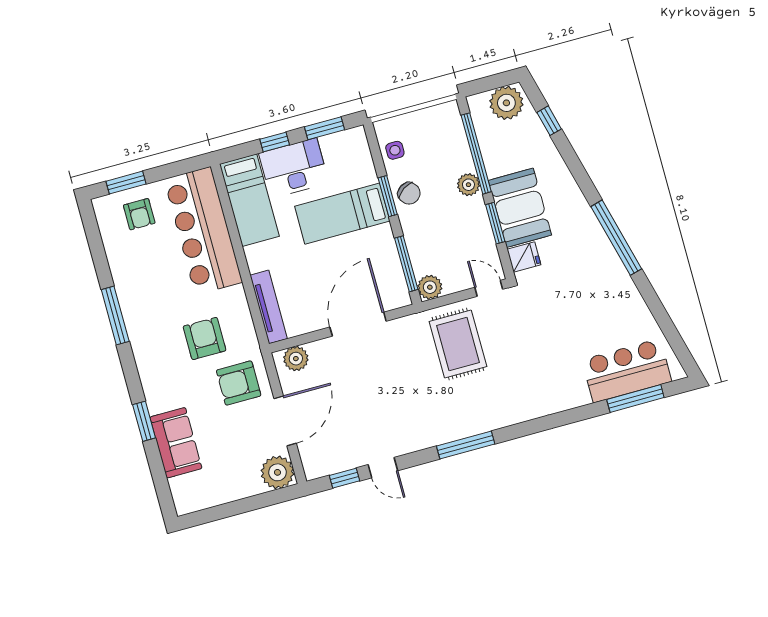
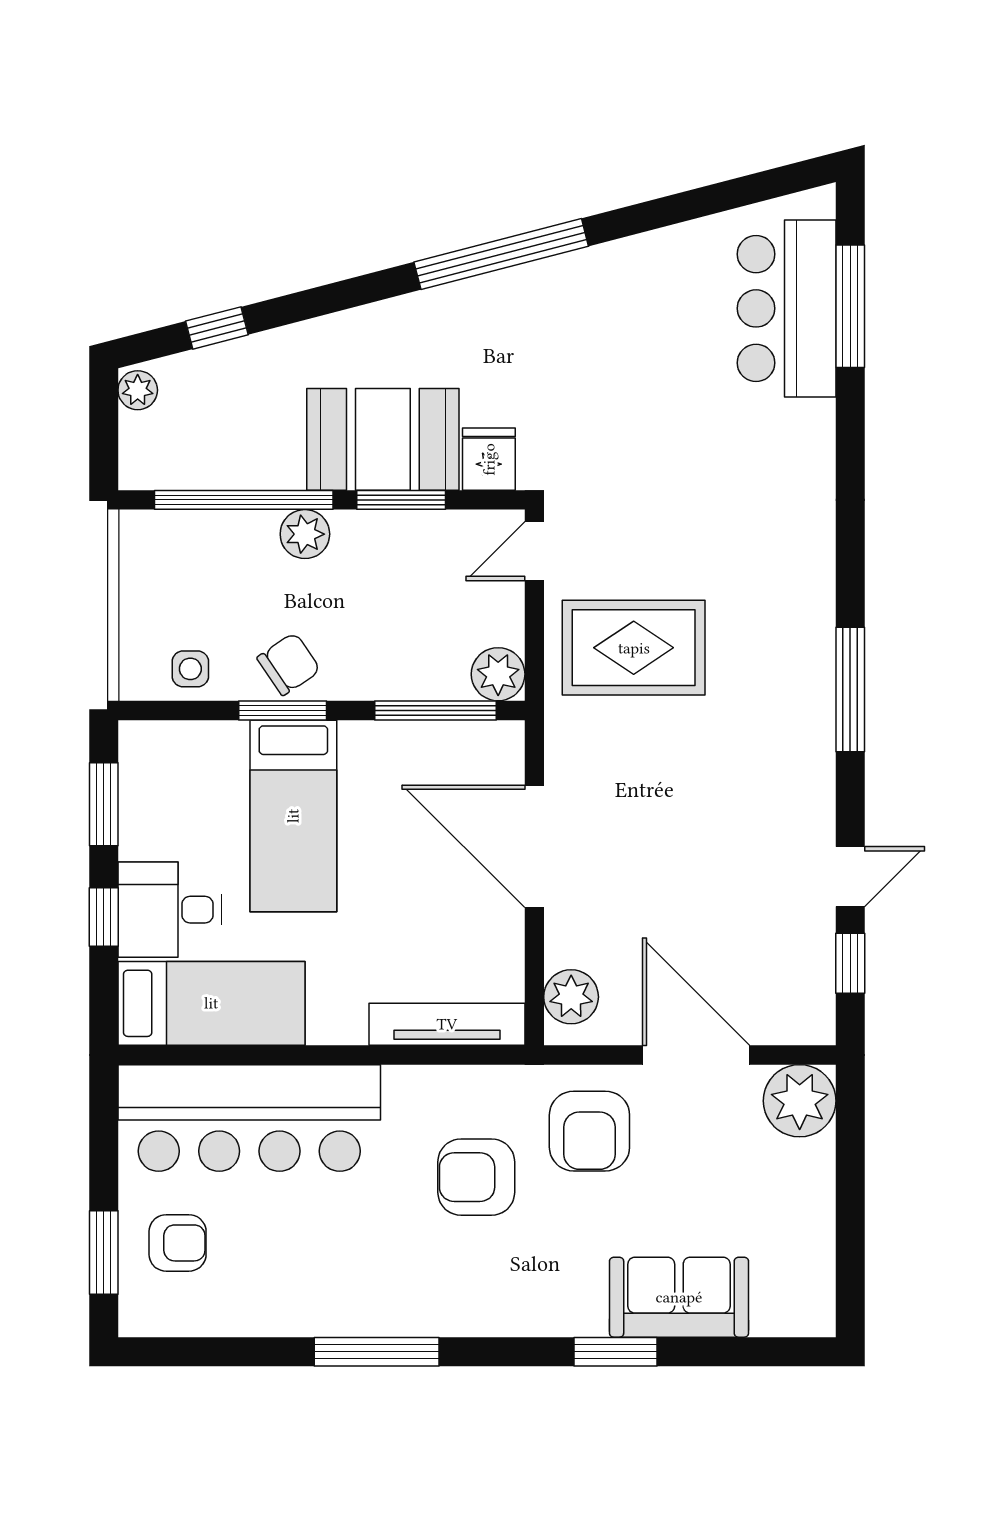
plant: (506, 103) -> (138, 390), width x0.53, depth x0.53
desk: (294, 168) -> (170, 910), width x0.73

